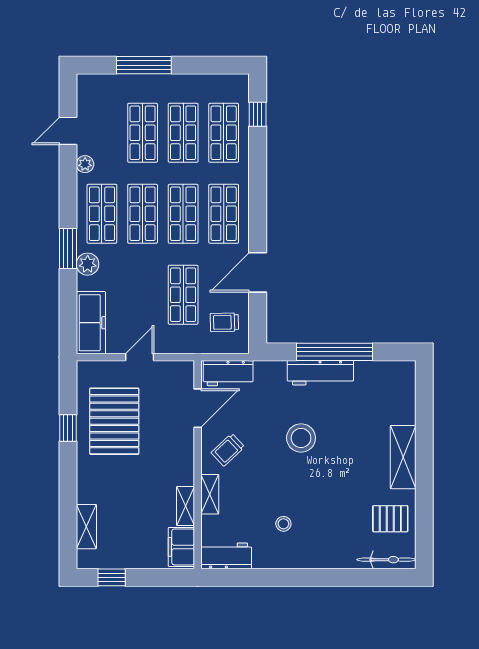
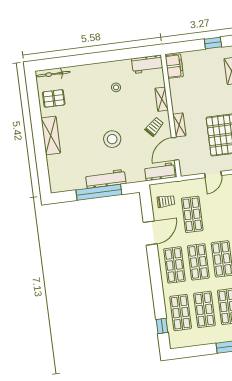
shelving: (186, 506) -> (179, 125), moved

